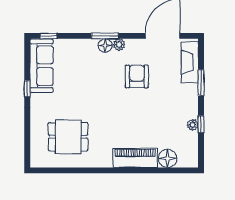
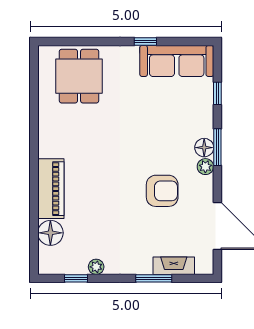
window: (49, 36) -> (217, 93), moved
fireplace: (190, 62) -> (174, 266), width x0.73, depth x0.76
window: (201, 124) -> (76, 278), moved
dining table: (68, 137) -> (79, 76), moved

